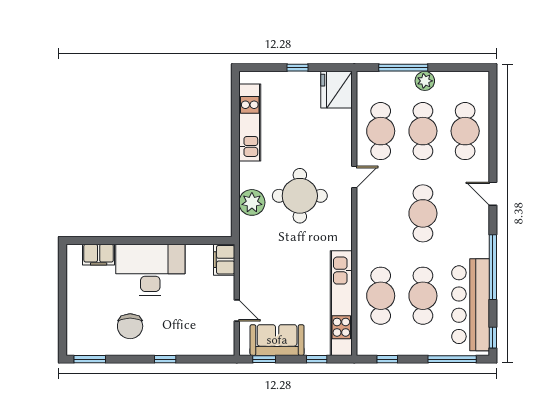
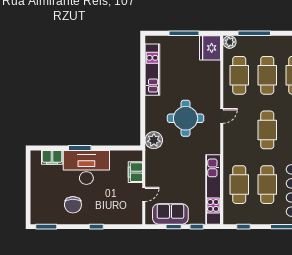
window: (297, 68) -> (184, 33), width x2.17
plant: (425, 81) -> (230, 42), moved
door: (354, 177) -> (222, 116), moved
plant: (252, 202) -> (154, 140), moved
window: (140, 240) -> (80, 148), added
filing cabinet: (224, 260) -> (135, 172), moved
door: (237, 310) -> (144, 194), hinge flipped
window: (264, 359) -> (174, 227), moved

